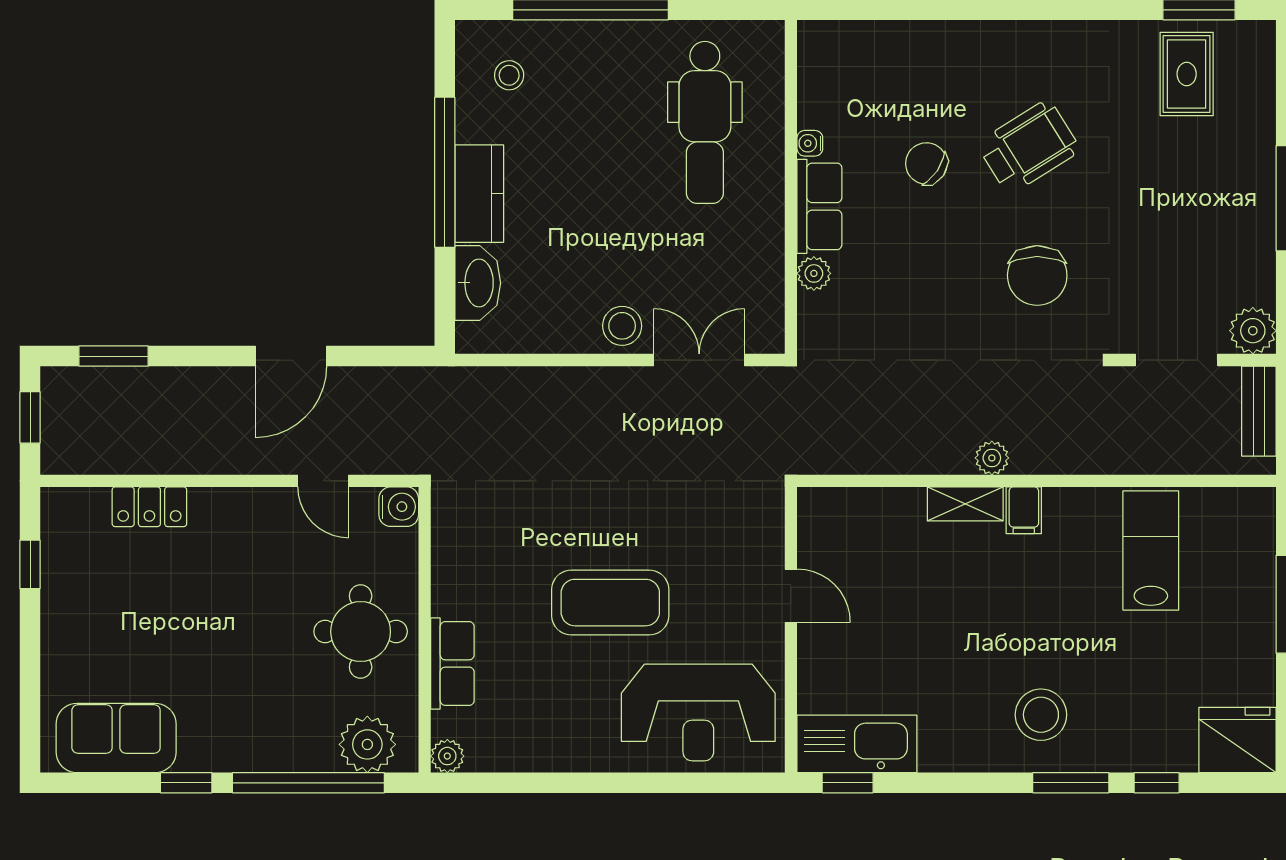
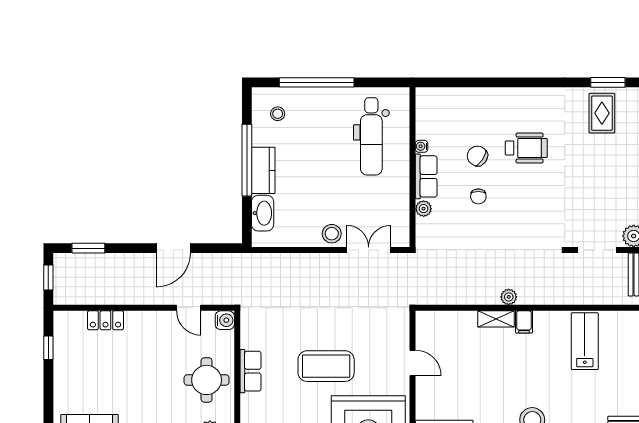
wheelchair: (1028, 147) -> (526, 148), turned 32
chair: (1037, 275) -> (478, 196), moved, width x0.54, depth x0.54
row of seats: (452, 663) -> (251, 371), moved

